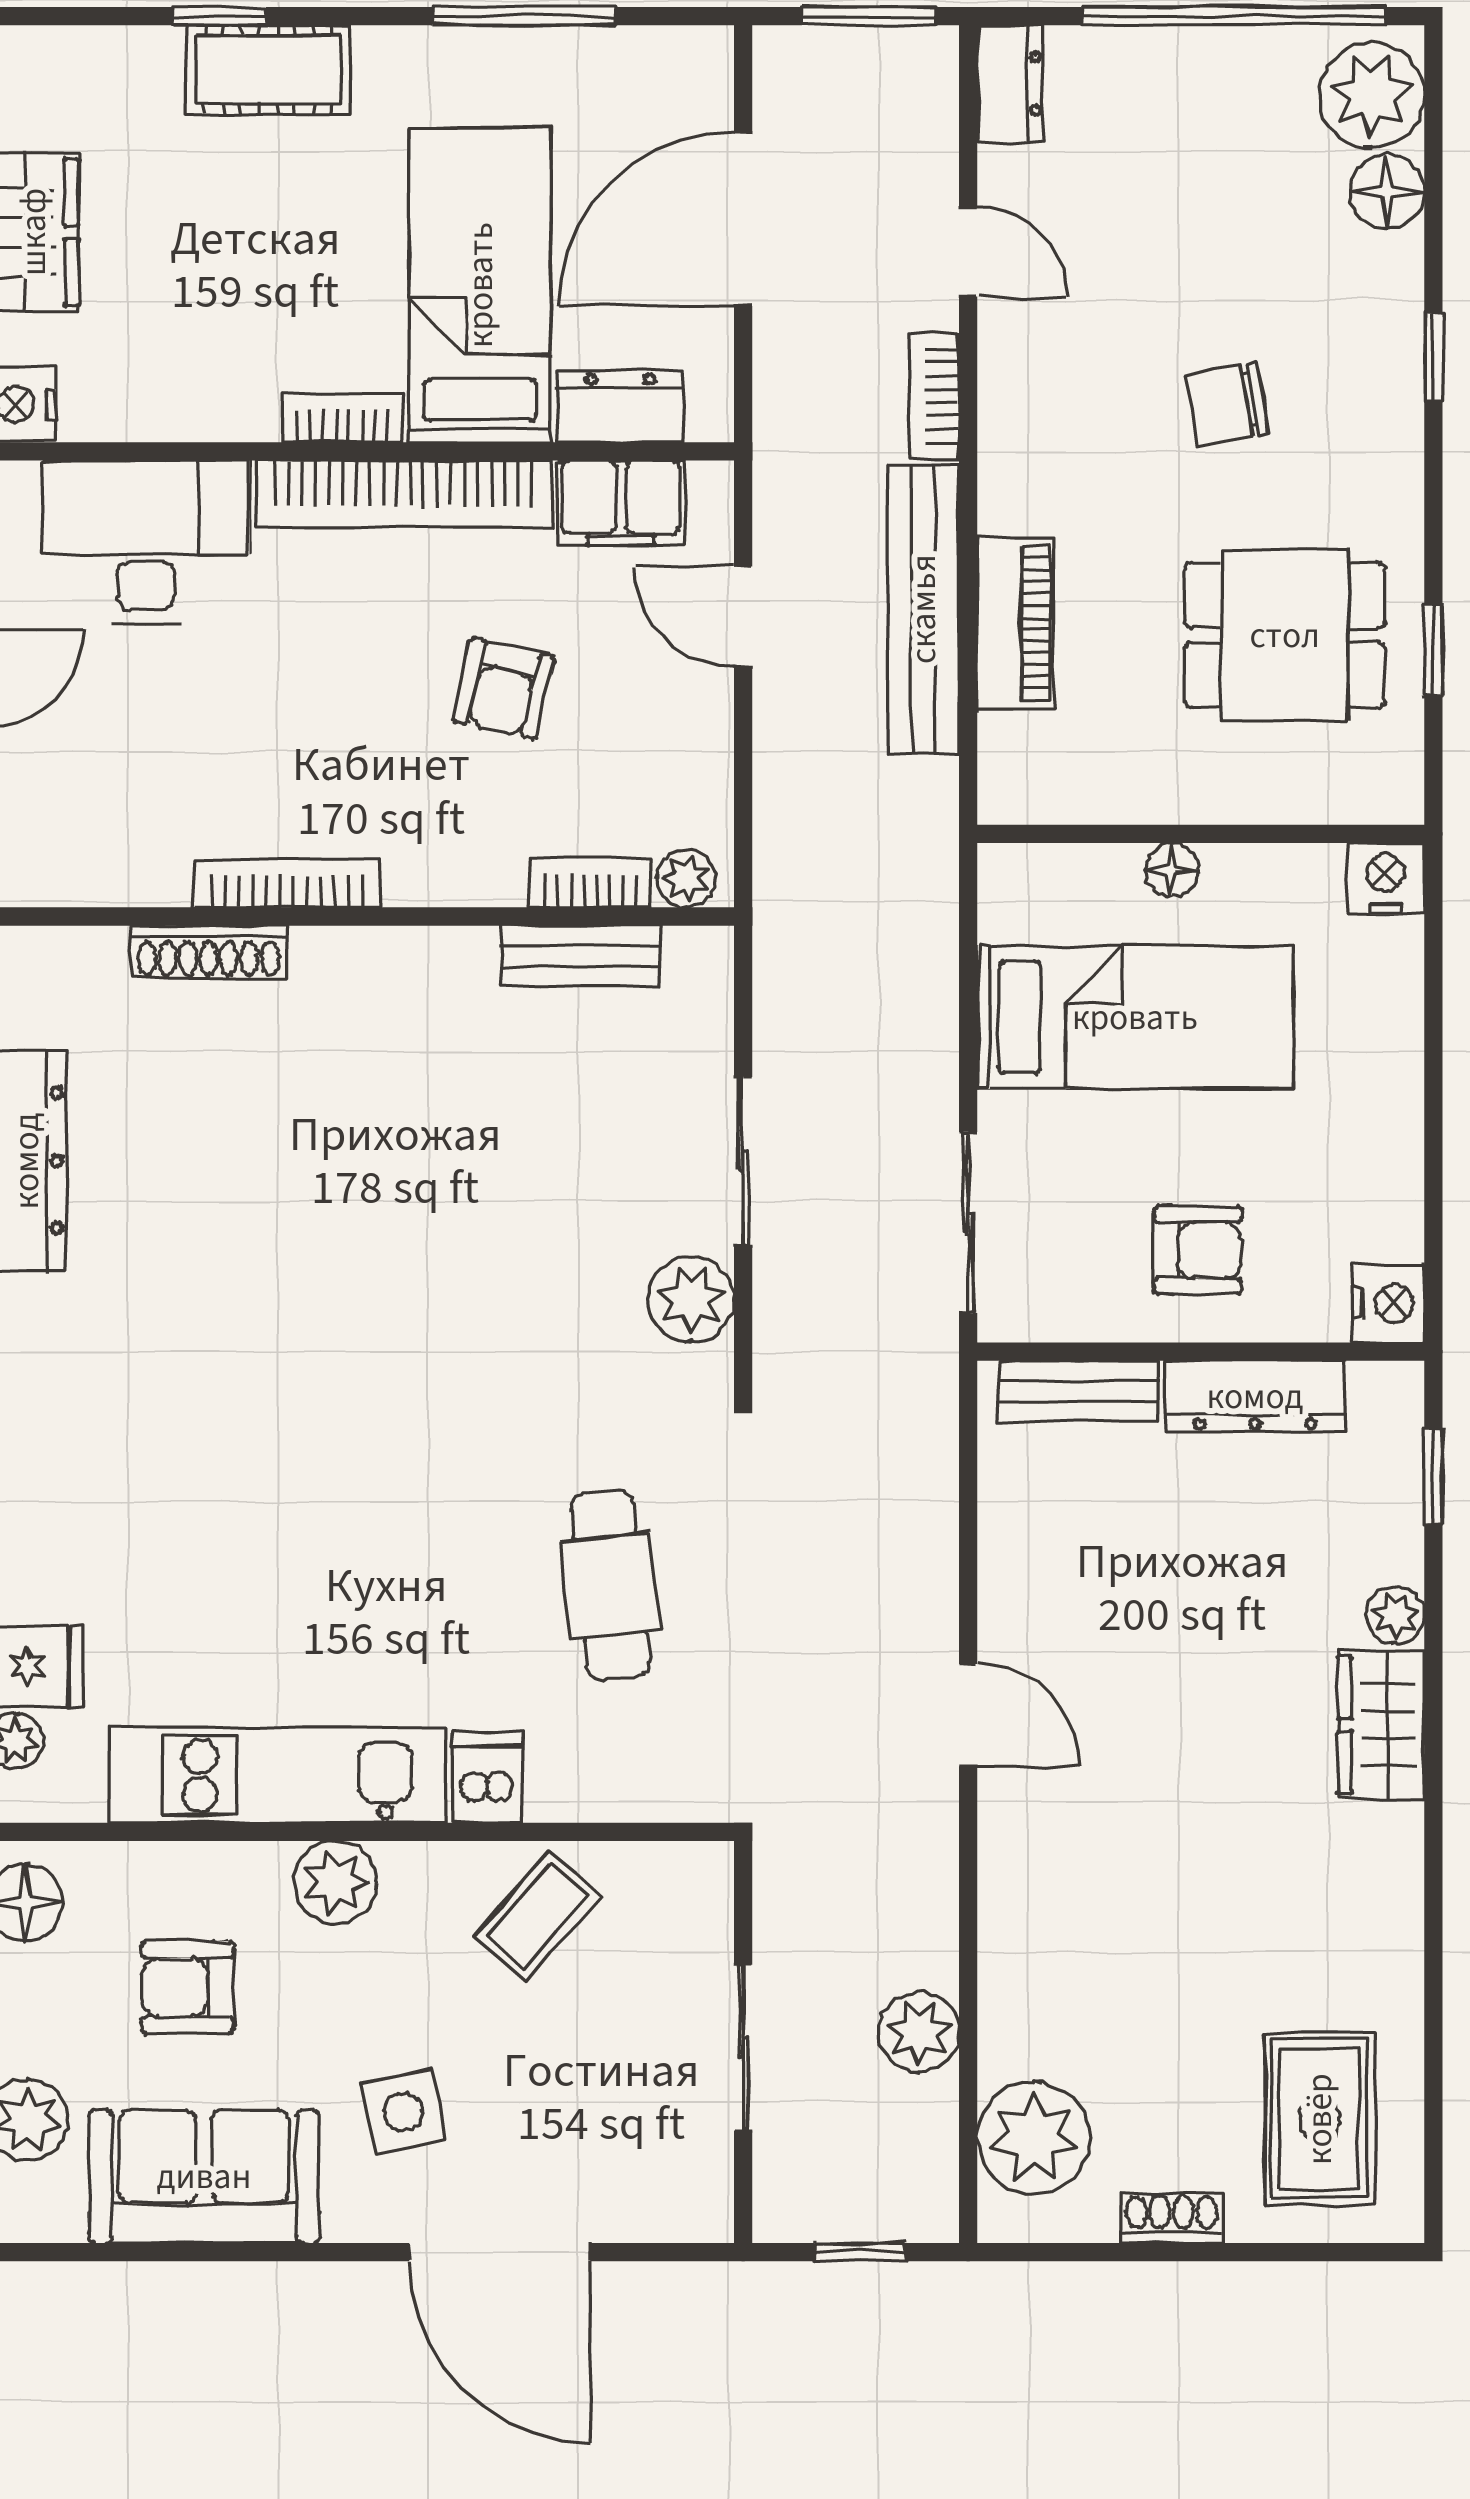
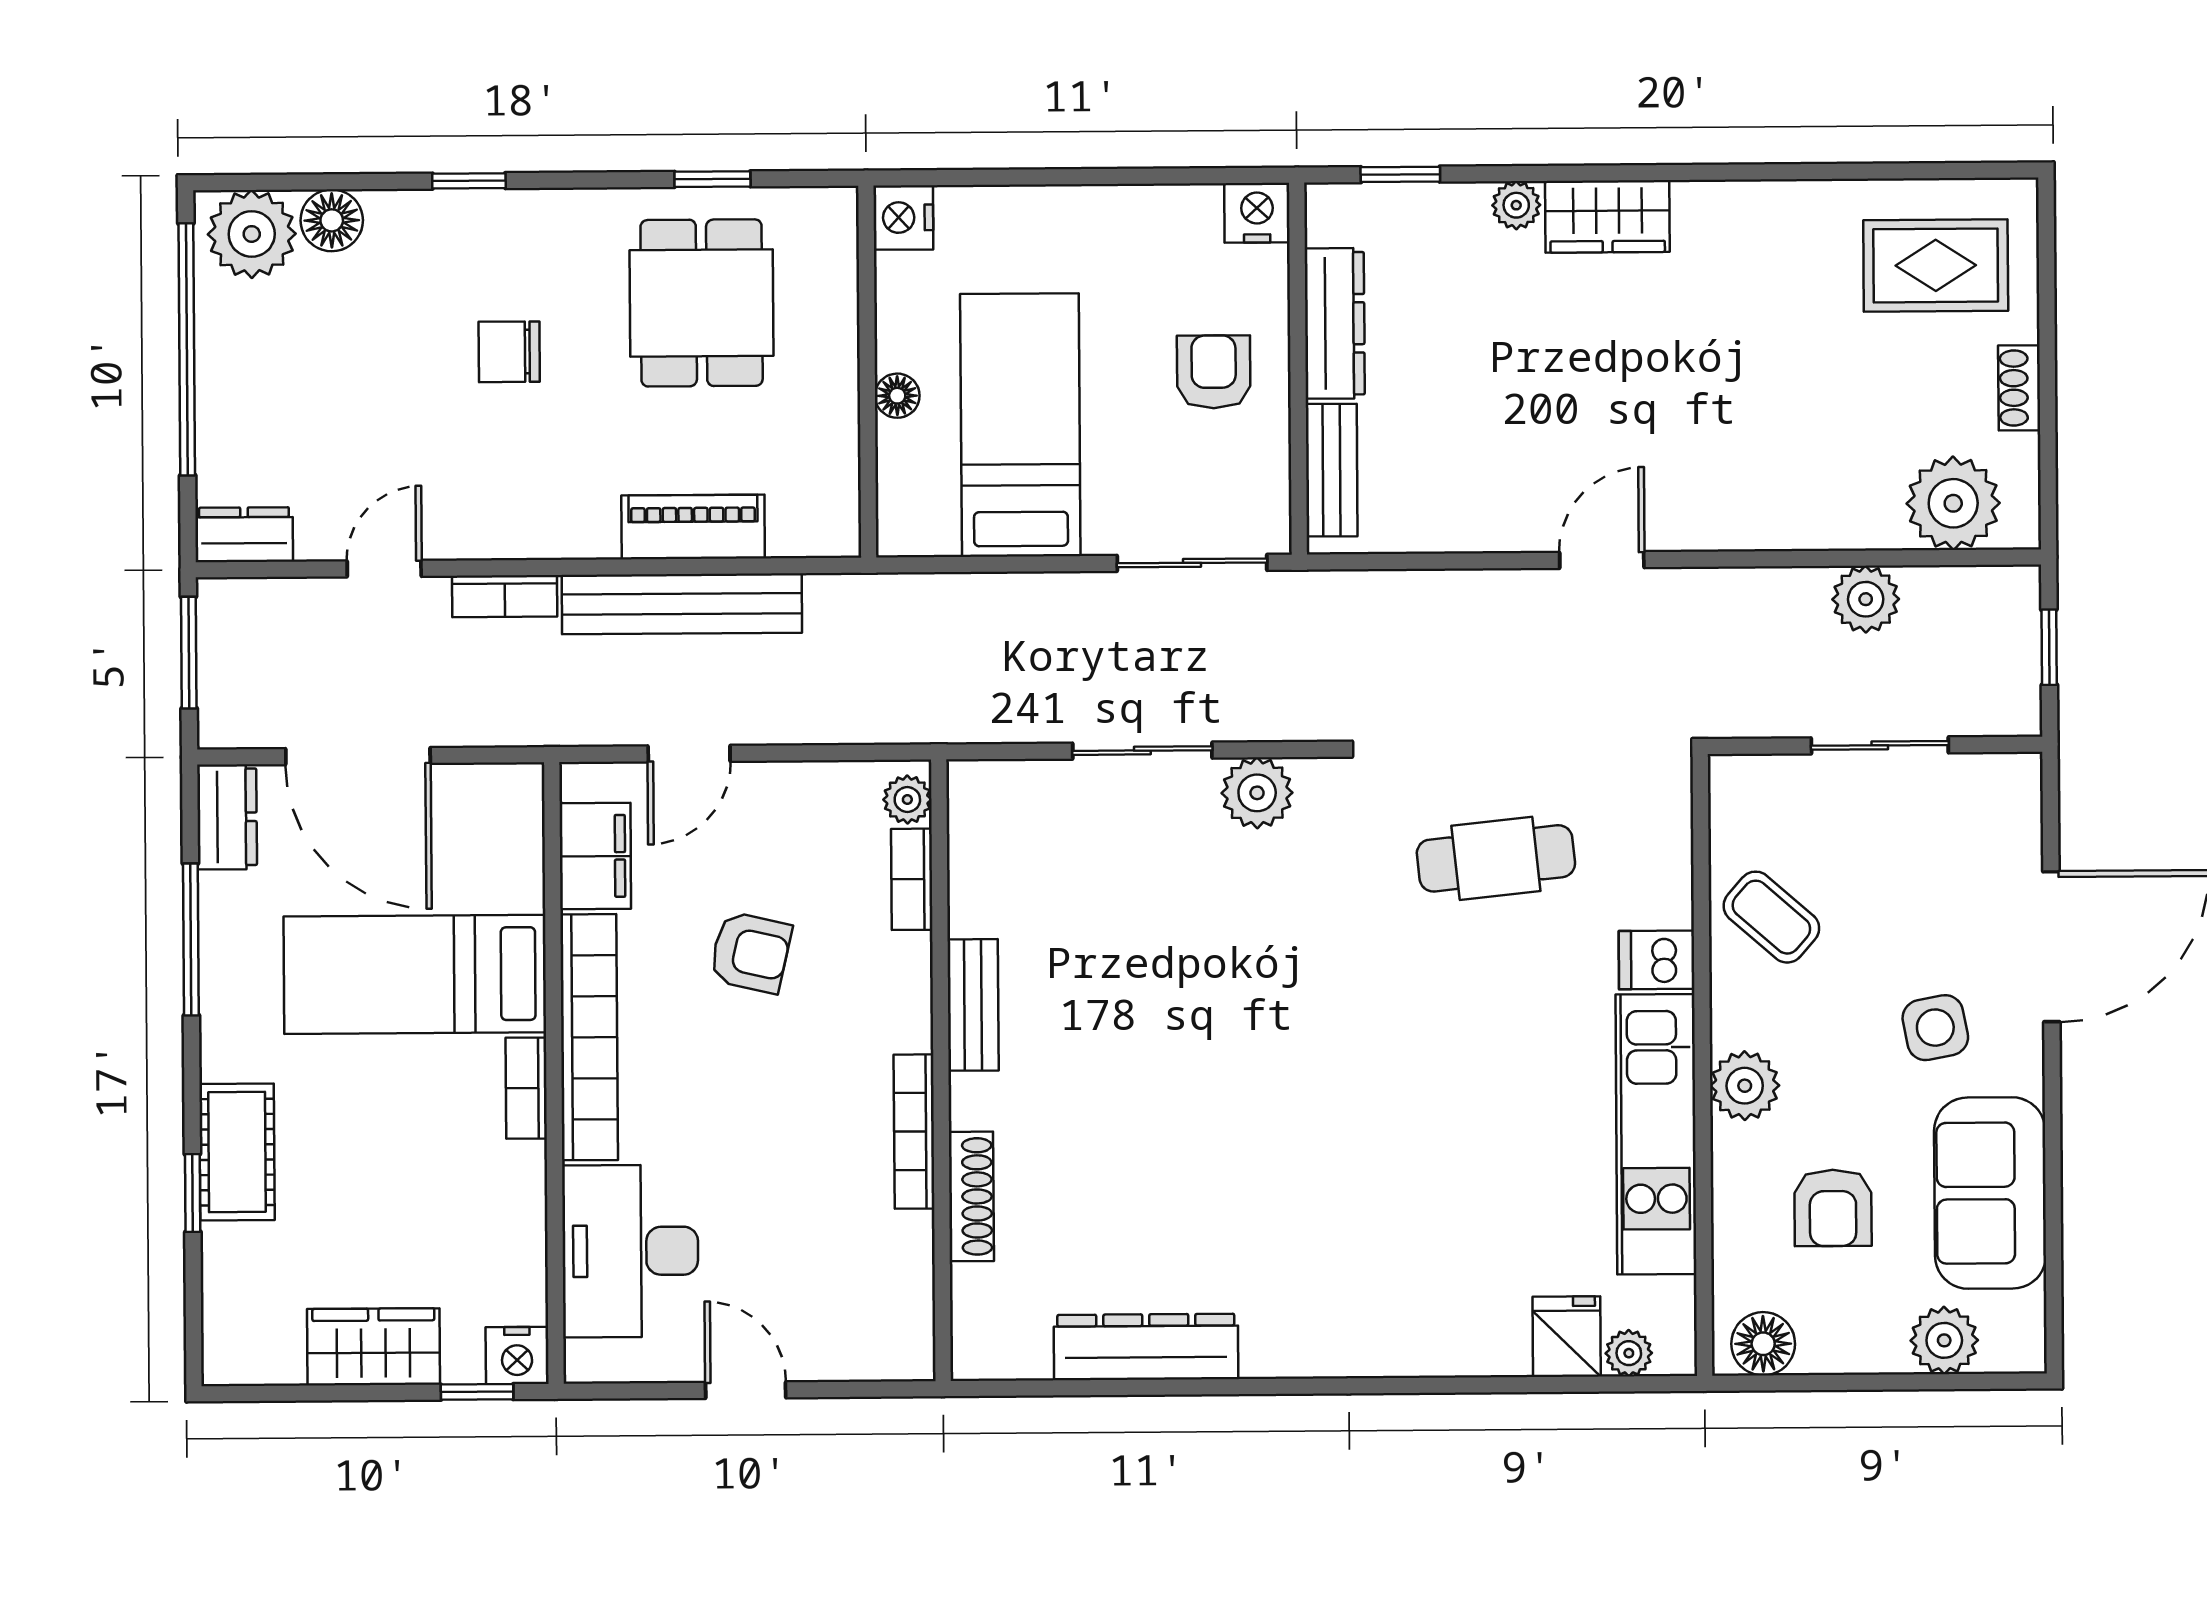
chair: (1228, 404) -> (509, 352), turned 100
dresser: (620, 407) -> (227, 817), moved, turned 180
bench: (580, 956) -> (973, 1005), moved

